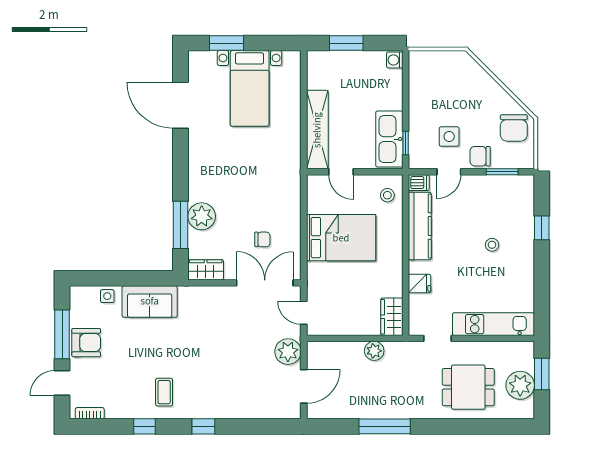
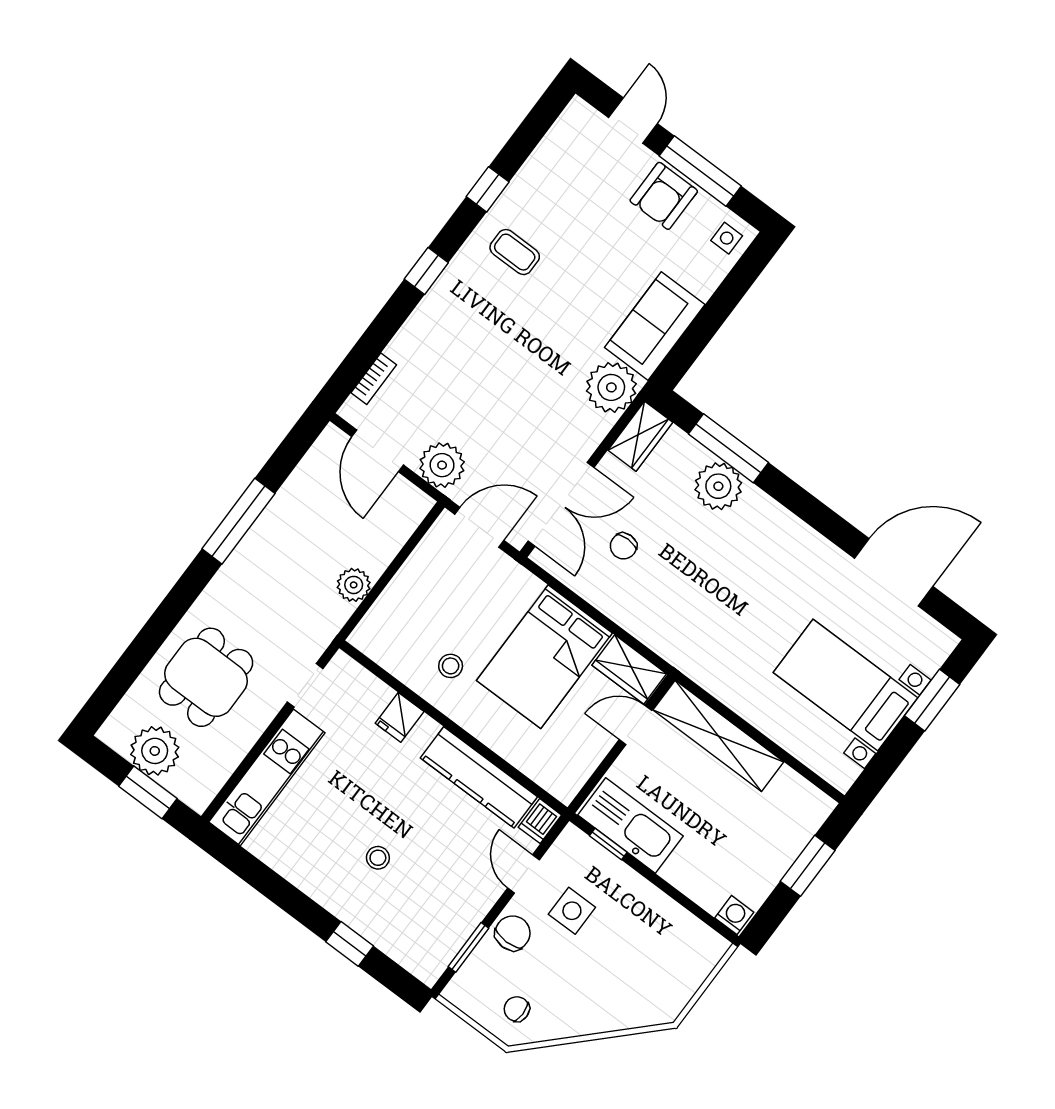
chair: (514, 128) -> (517, 1009), width x0.54, depth x0.54
stool: (387, 195) -> (451, 666), moved
side table: (107, 296) -> (727, 238), moved
plant: (193, 300) -> (611, 387), added
door: (304, 313) -> (479, 527), width x1.38
wardrobe: (392, 317) -> (629, 669), moved, turned 180
bookcase: (90, 413) -> (374, 379), moved

